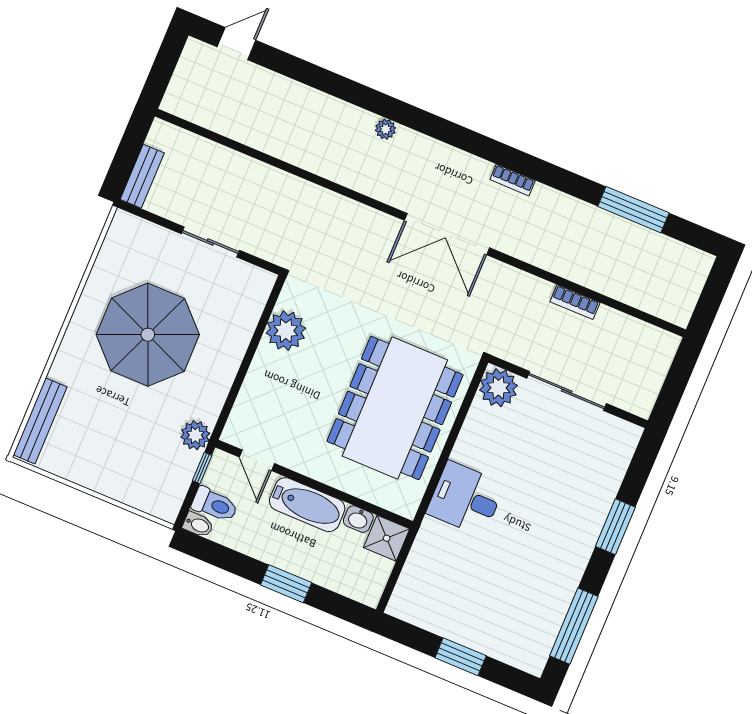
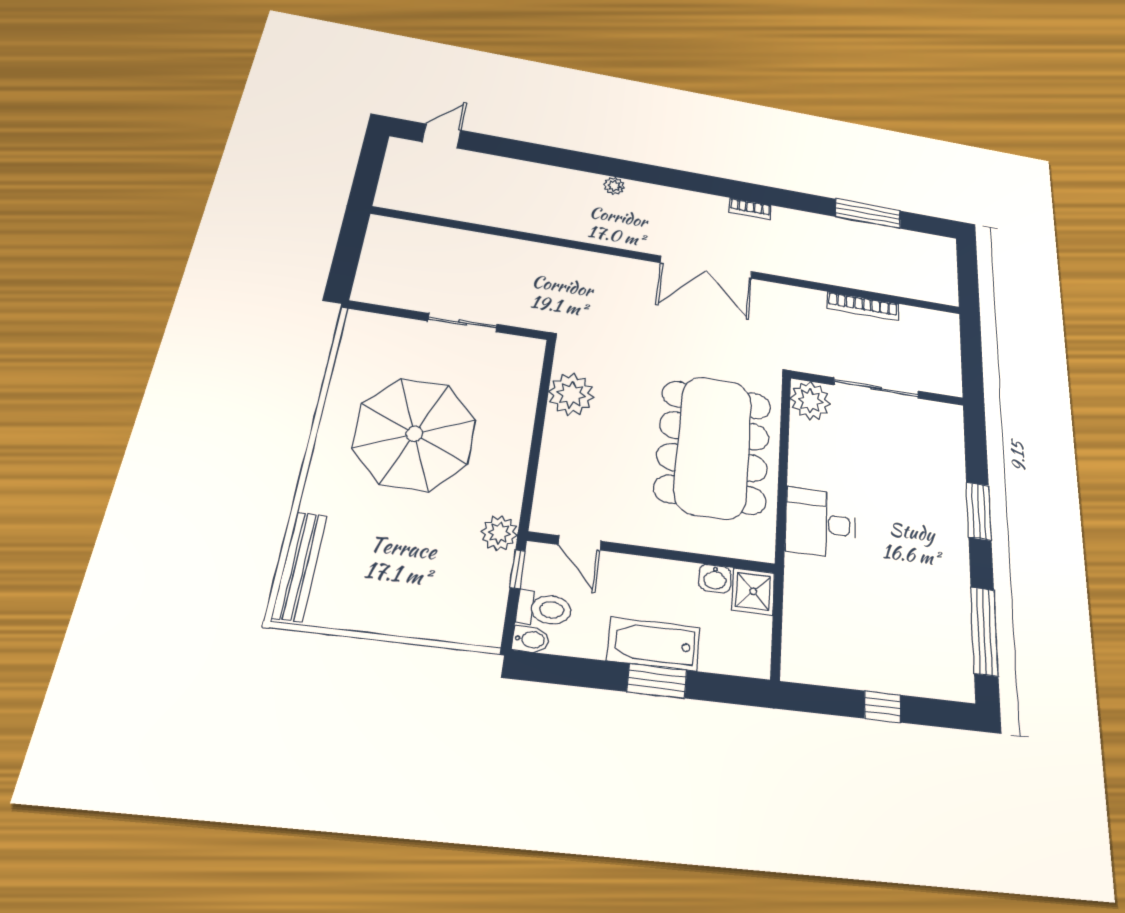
bench: (142, 176) -> (369, 273), removed
bookcase: (575, 302) -> (863, 306), width x1.56
bathtub: (307, 505) -> (654, 644), moved, turned 180
window: (461, 657) -> (883, 707), width x0.67

